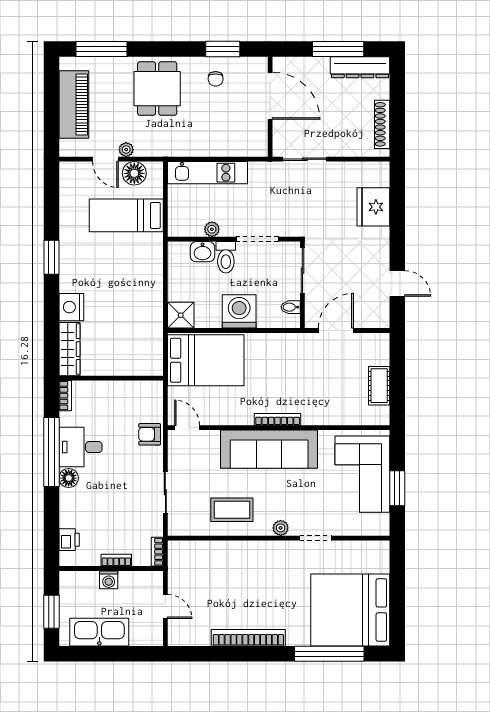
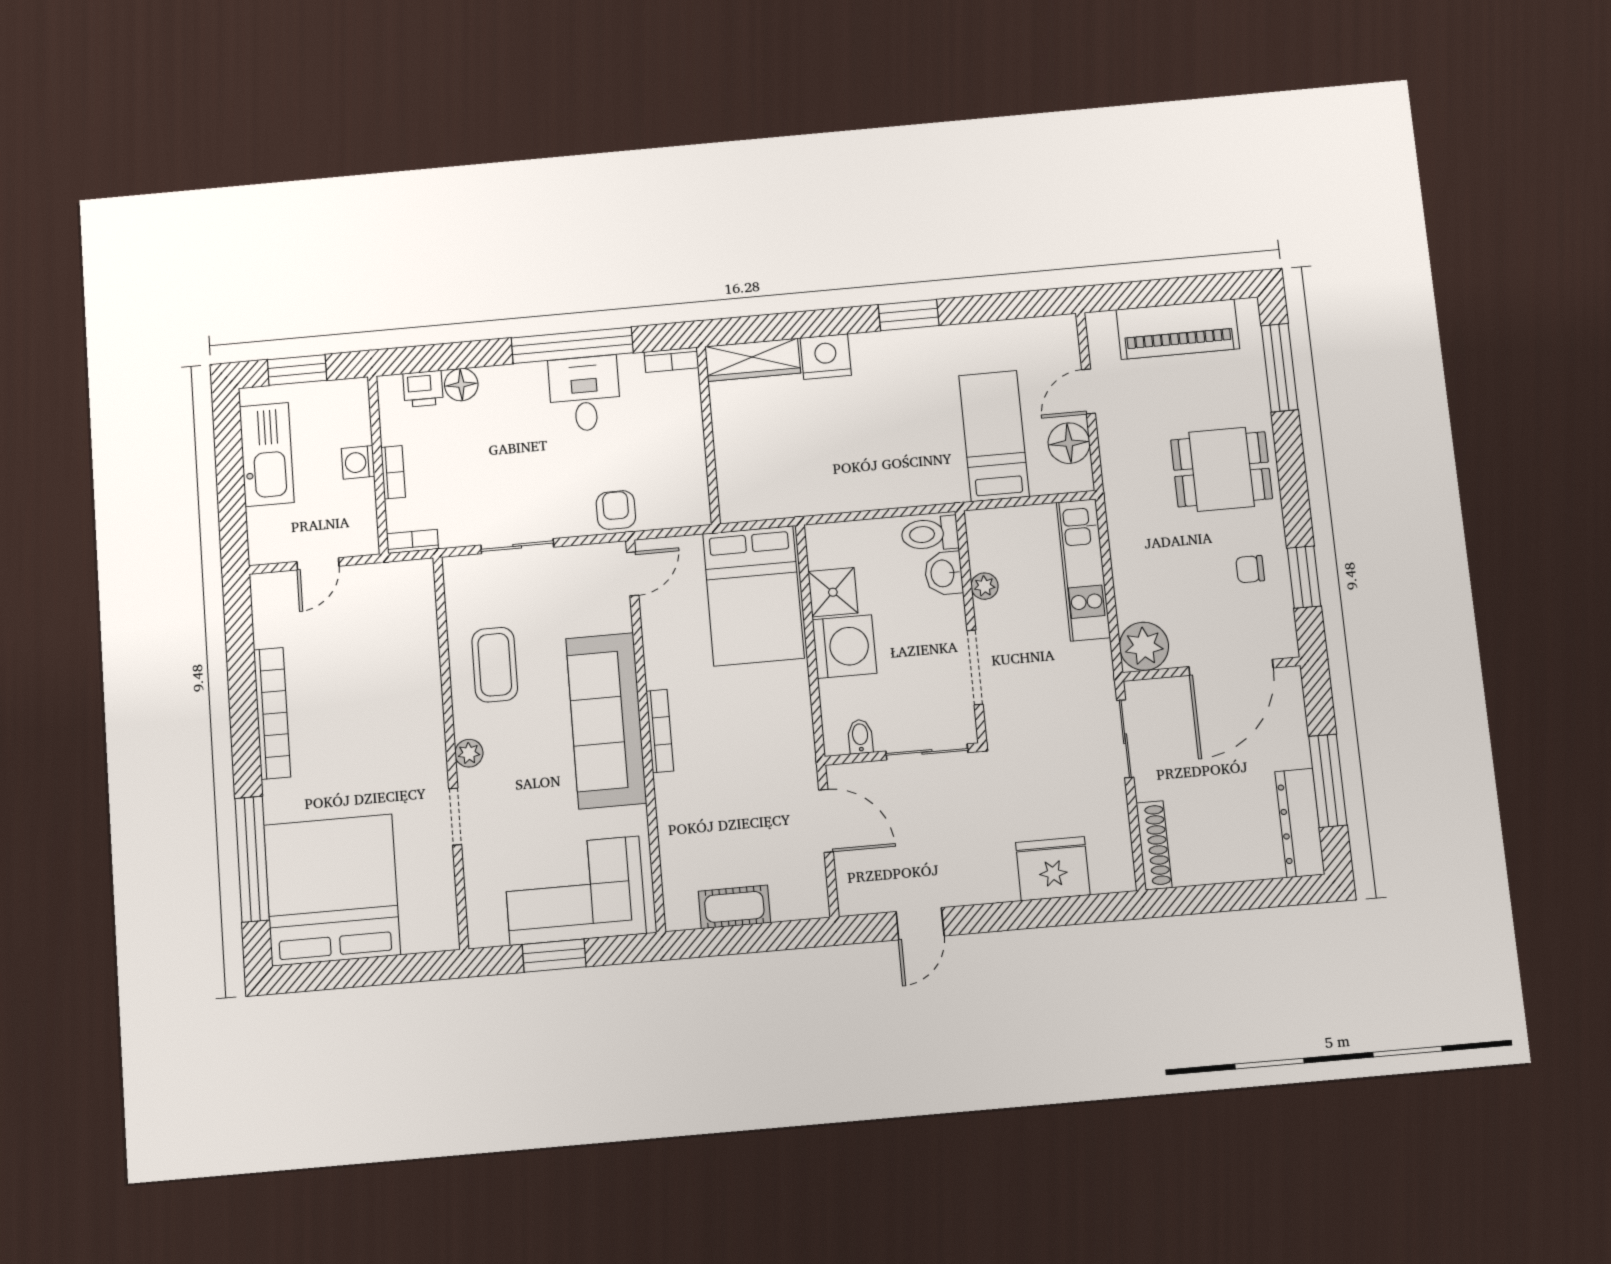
shoe rack: (382, 124) -> (1154, 845), moved, turned 90
plant: (126, 150) -> (1144, 646), moved, width x1.88, depth x1.88
toilet: (226, 257) -> (930, 534), moved
shower: (181, 315) -> (833, 592), moved
floor lamp: (69, 478) -> (461, 385), moved

